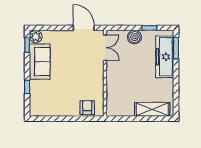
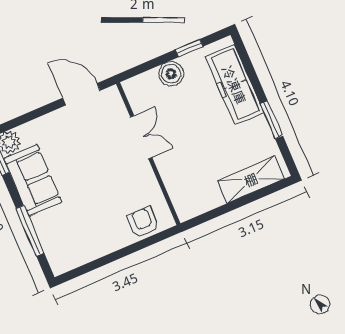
double door: (105, 48) -> (141, 137), moved
window: (176, 48) -> (271, 120), moved
window: (27, 87) -> (30, 231), width x2.17

